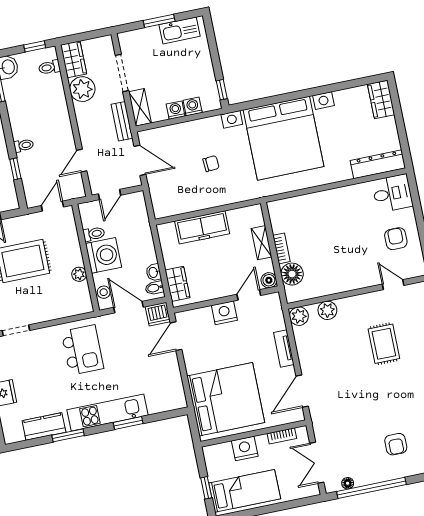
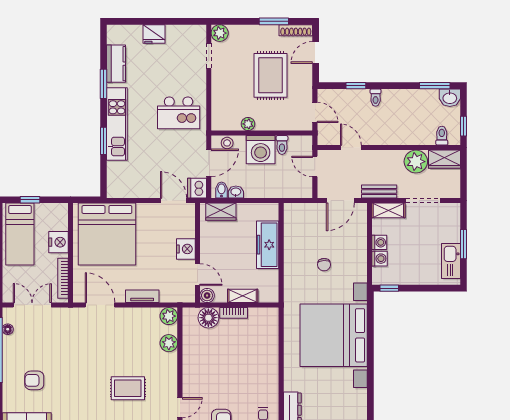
bookcase: (282, 436) -> (63, 278), width x1.56

